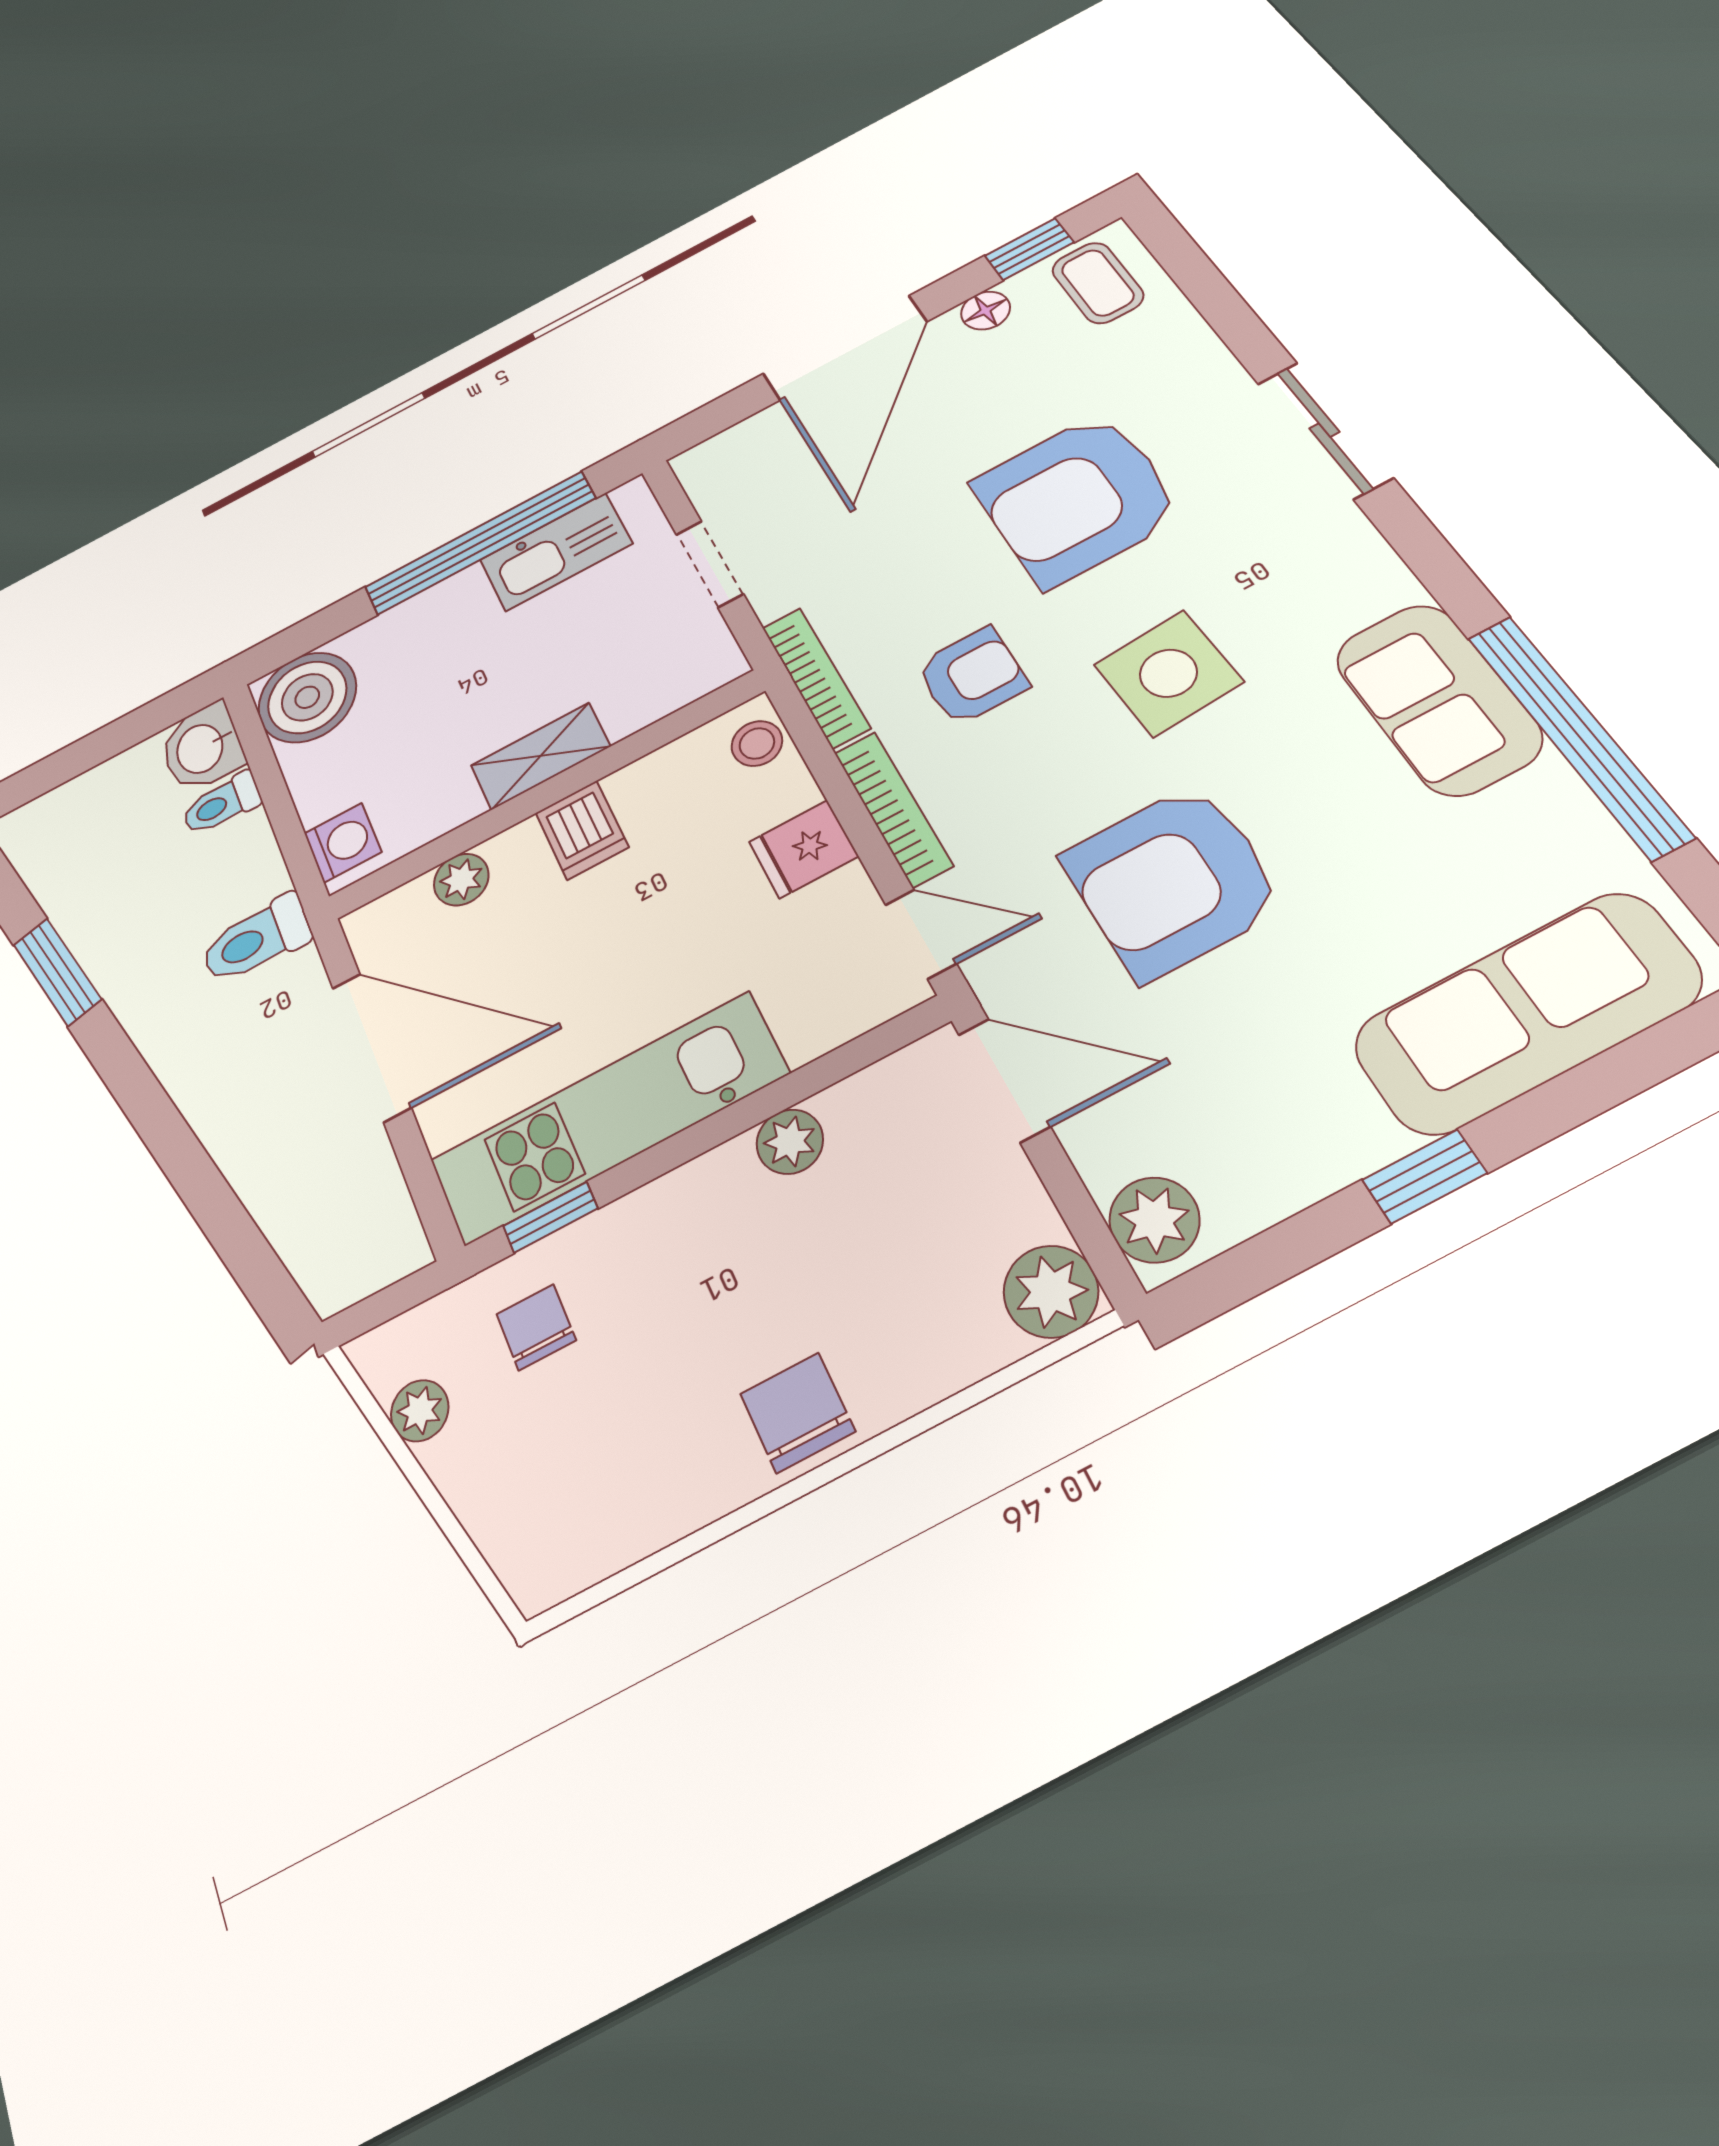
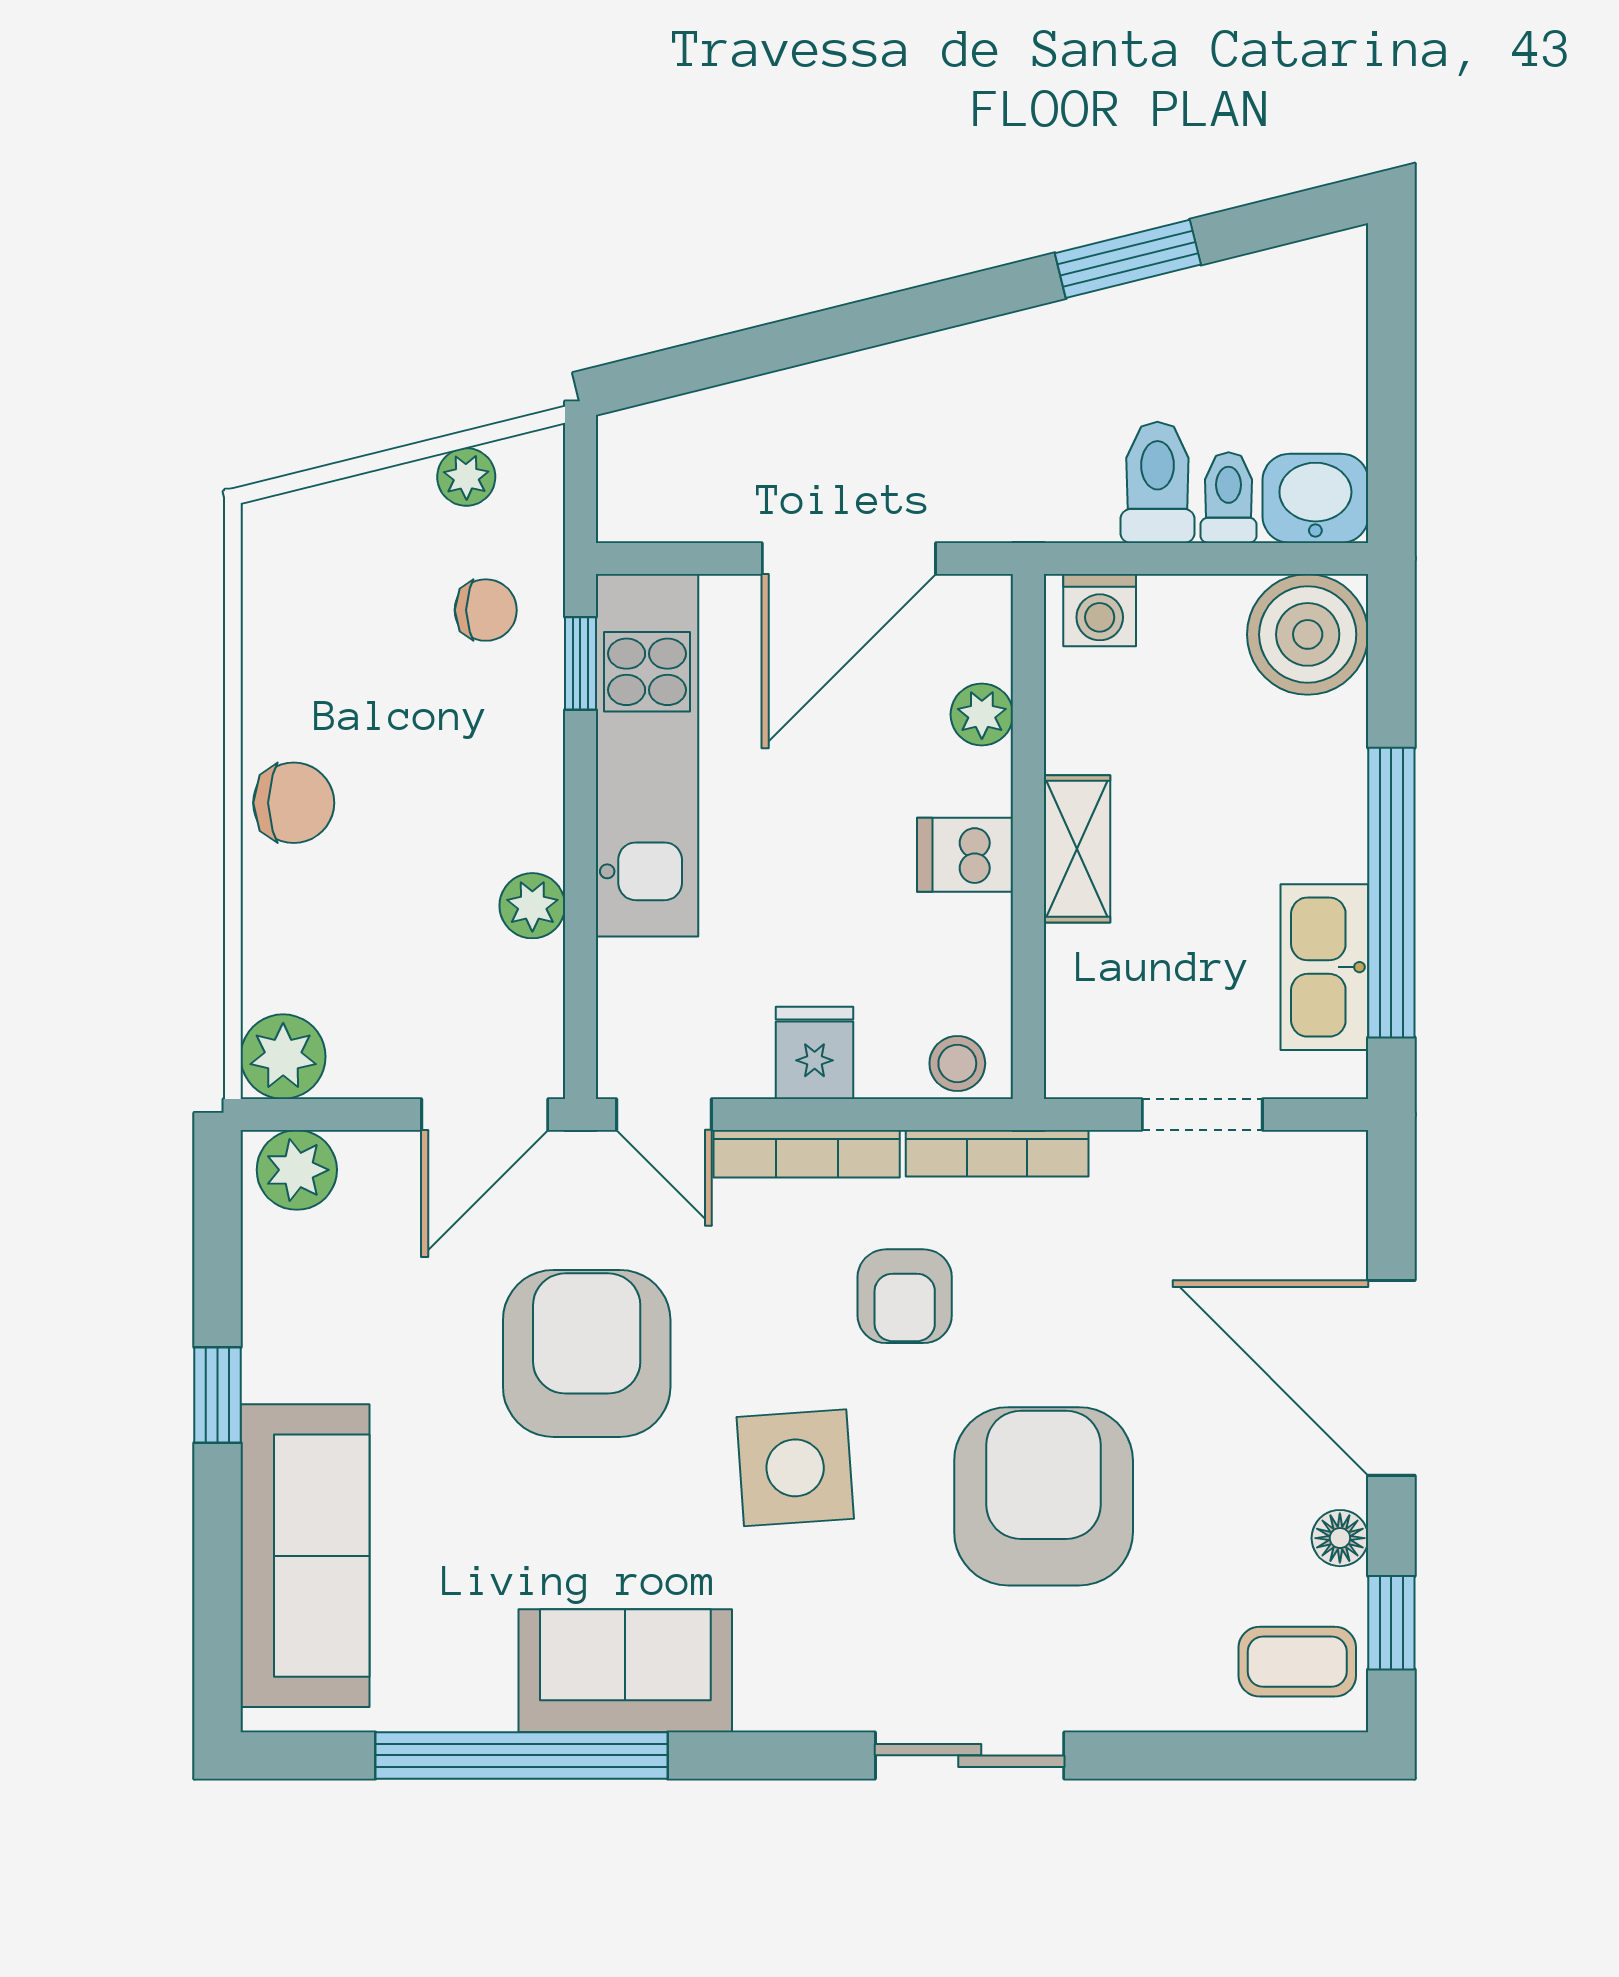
door: (921, 934) -> (664, 1115), hinge flipped
toilet: (256, 940) -> (1157, 482), moved

